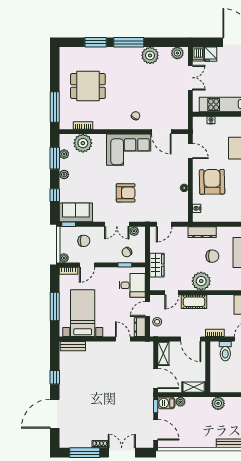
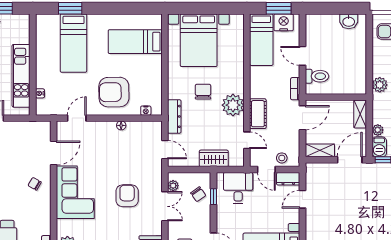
dresser: (202, 232) -> (174, 116), moved

